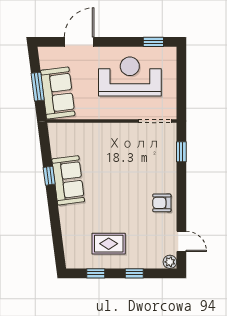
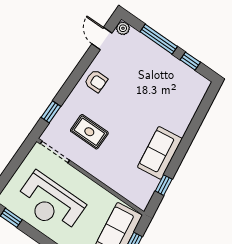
window: (49, 176) -> (164, 185), moved
rug: (109, 244) -> (89, 132), moved
window: (134, 273) -> (159, 39), width x2.17

